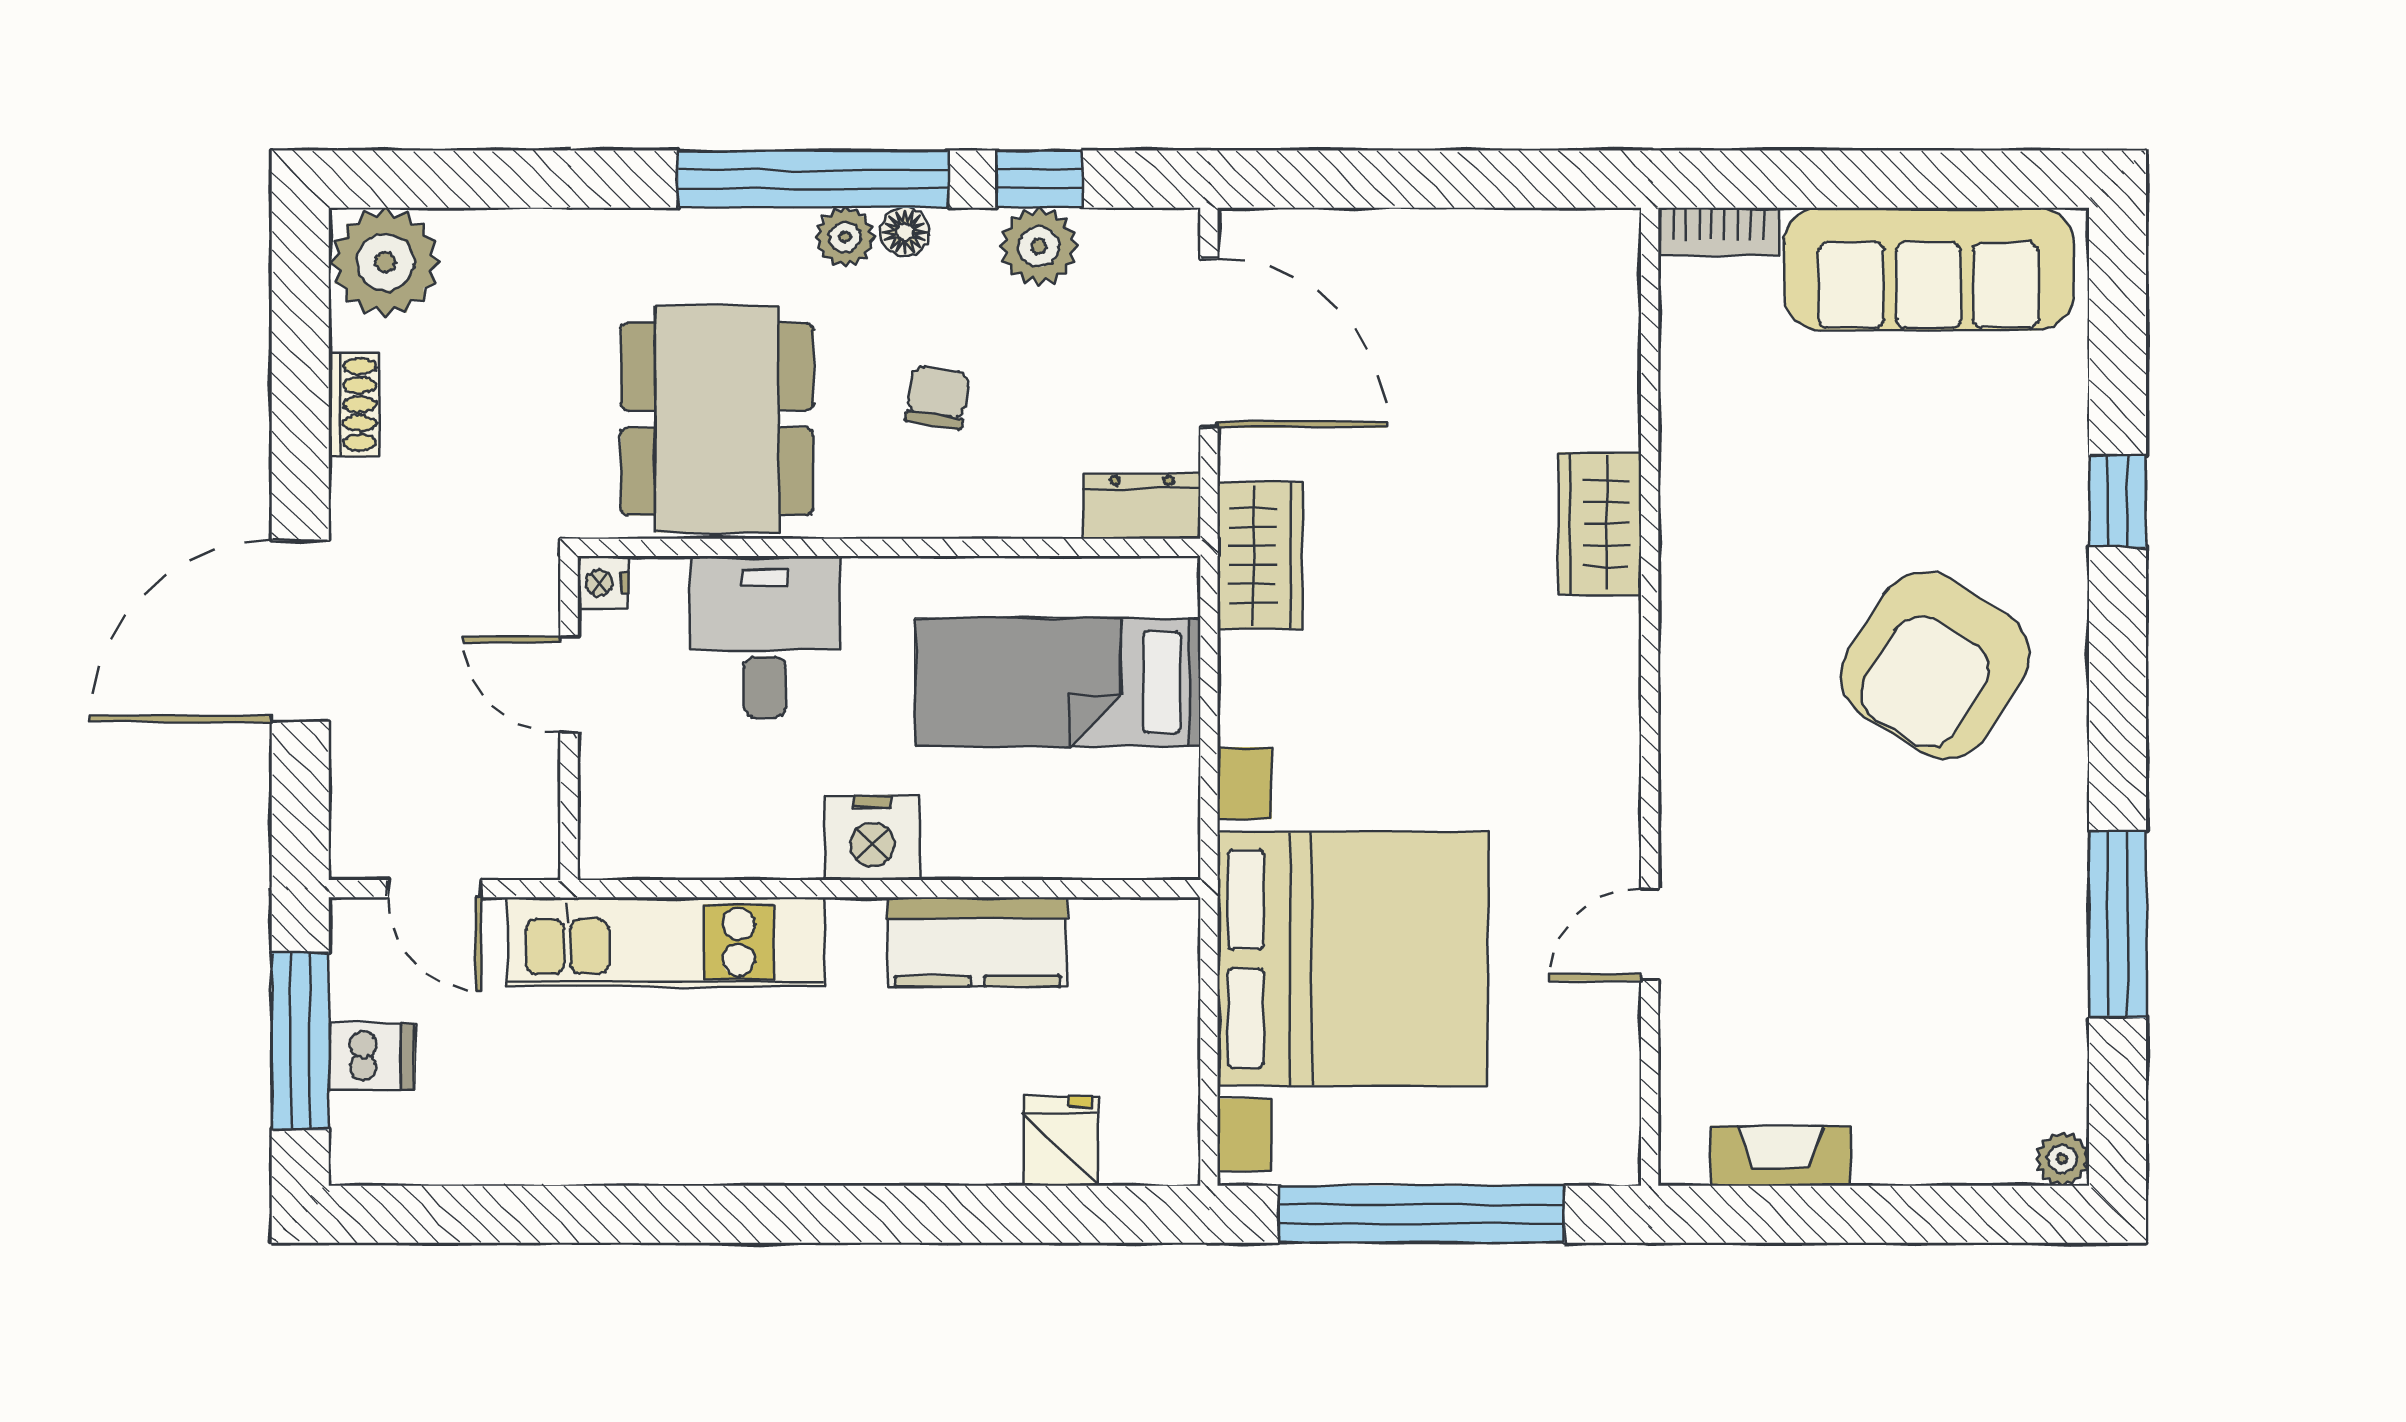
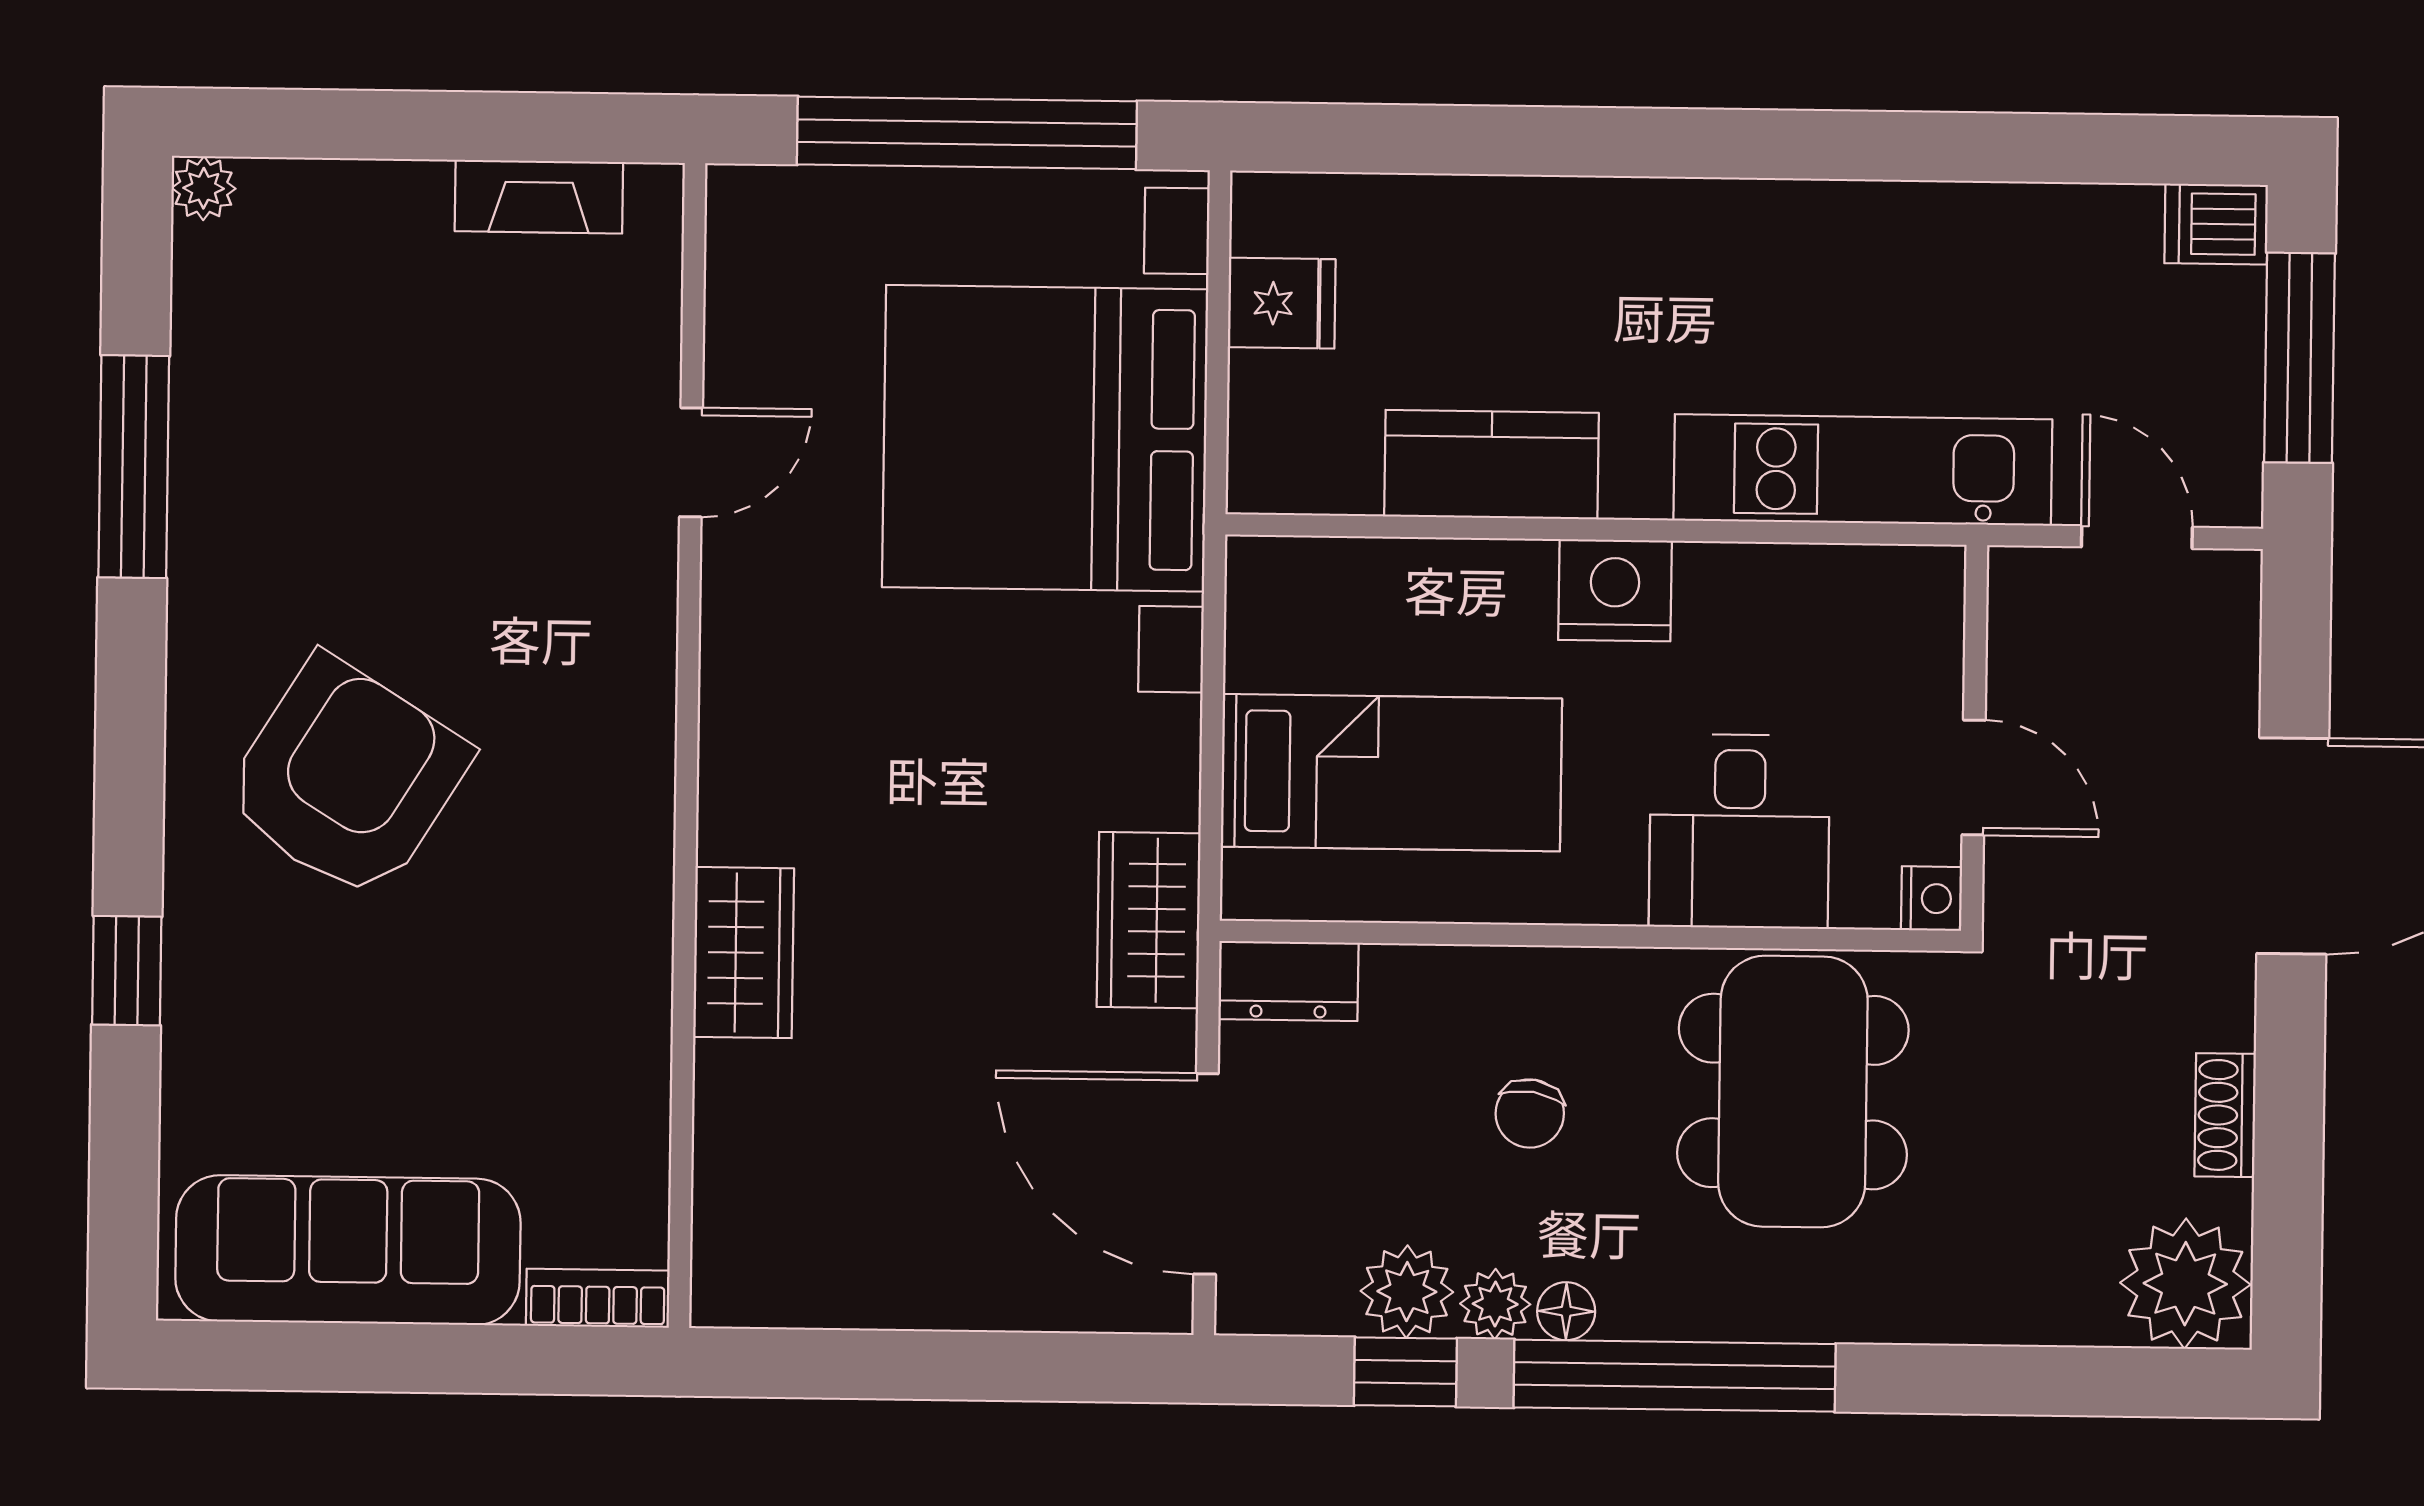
plant: (845, 237) -> (1495, 1304), moved
dishwasher: (372, 1057) -> (2216, 224), moved
fridge: (1061, 1141) -> (1282, 303), moved, turned -90

